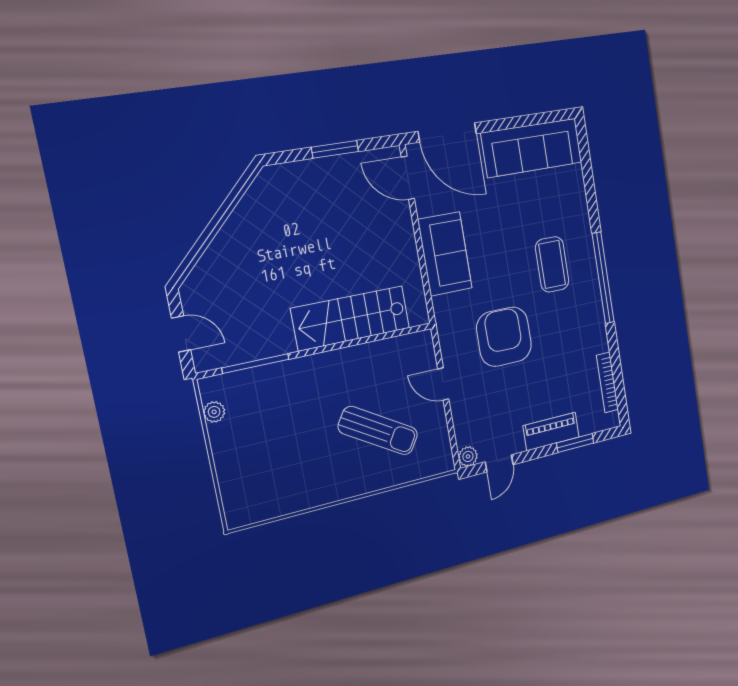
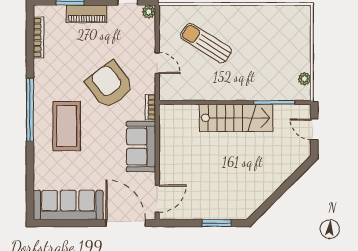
window: (335, 149) -> (217, 223), moved
door: (408, 178) -> (157, 199), hinge flipped
coffee table: (552, 264) -> (67, 126), width x1.36, depth x1.32
bookcase: (442, 316) -> (150, 107), added
stairs: (351, 318) -> (236, 118), moved
armchair: (504, 337) -> (110, 85), turned 143

